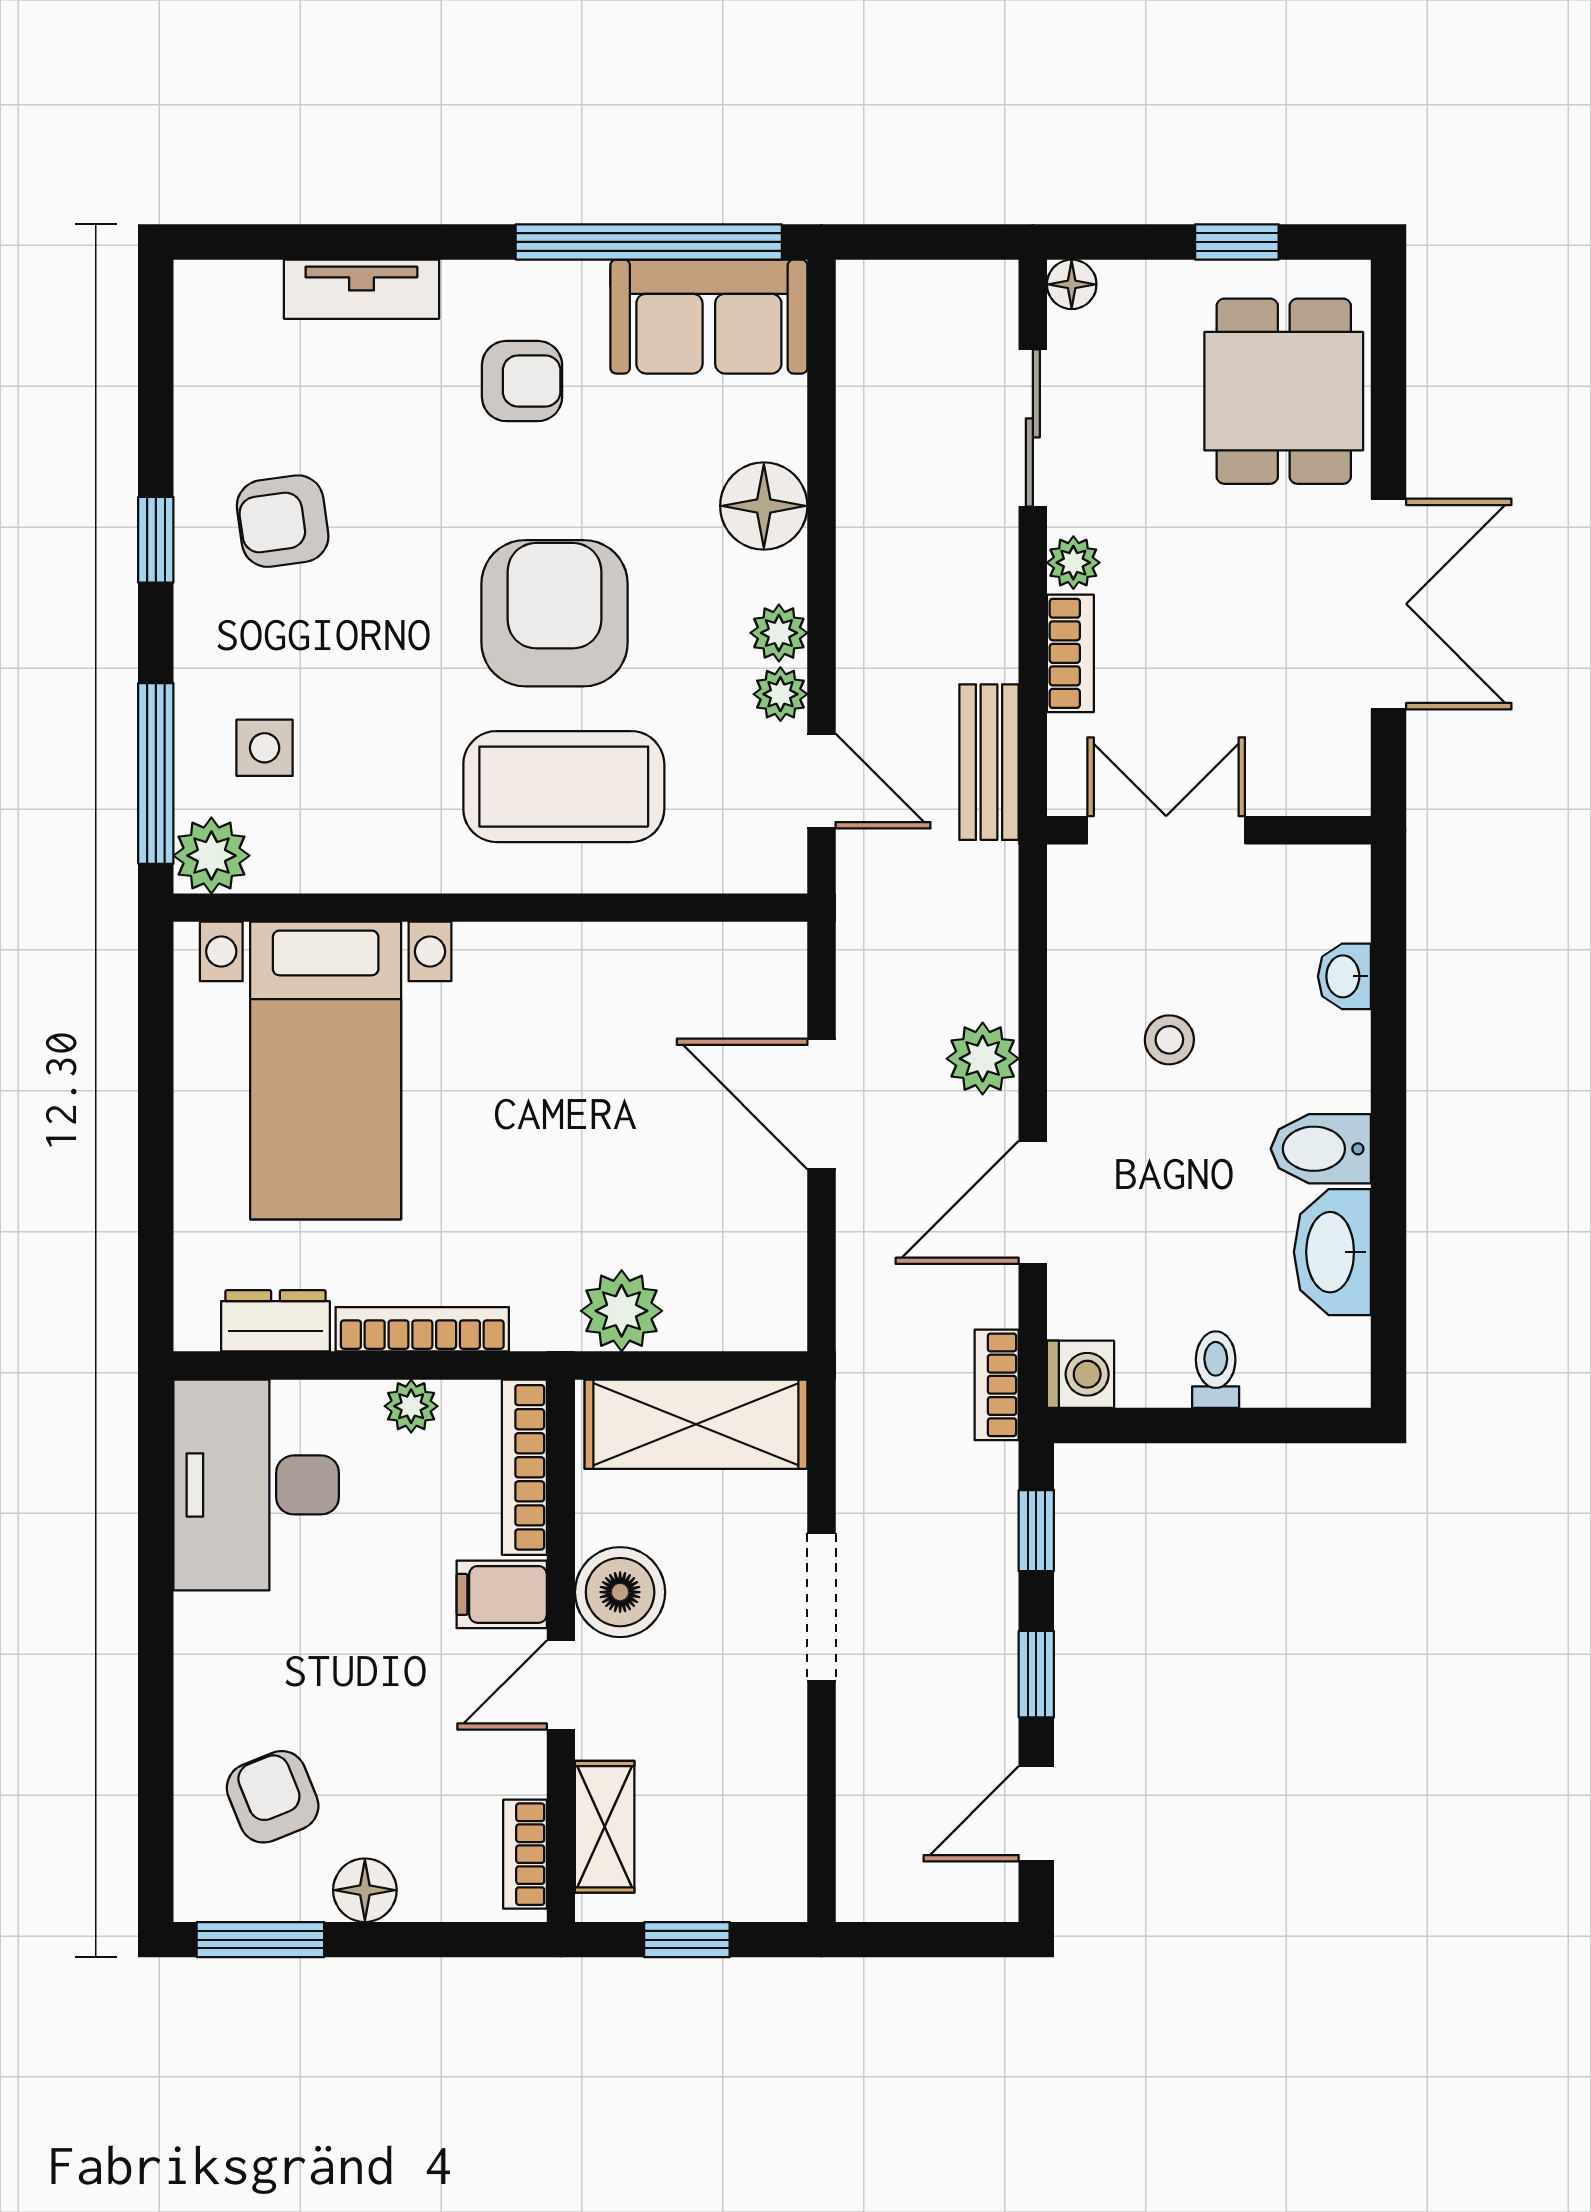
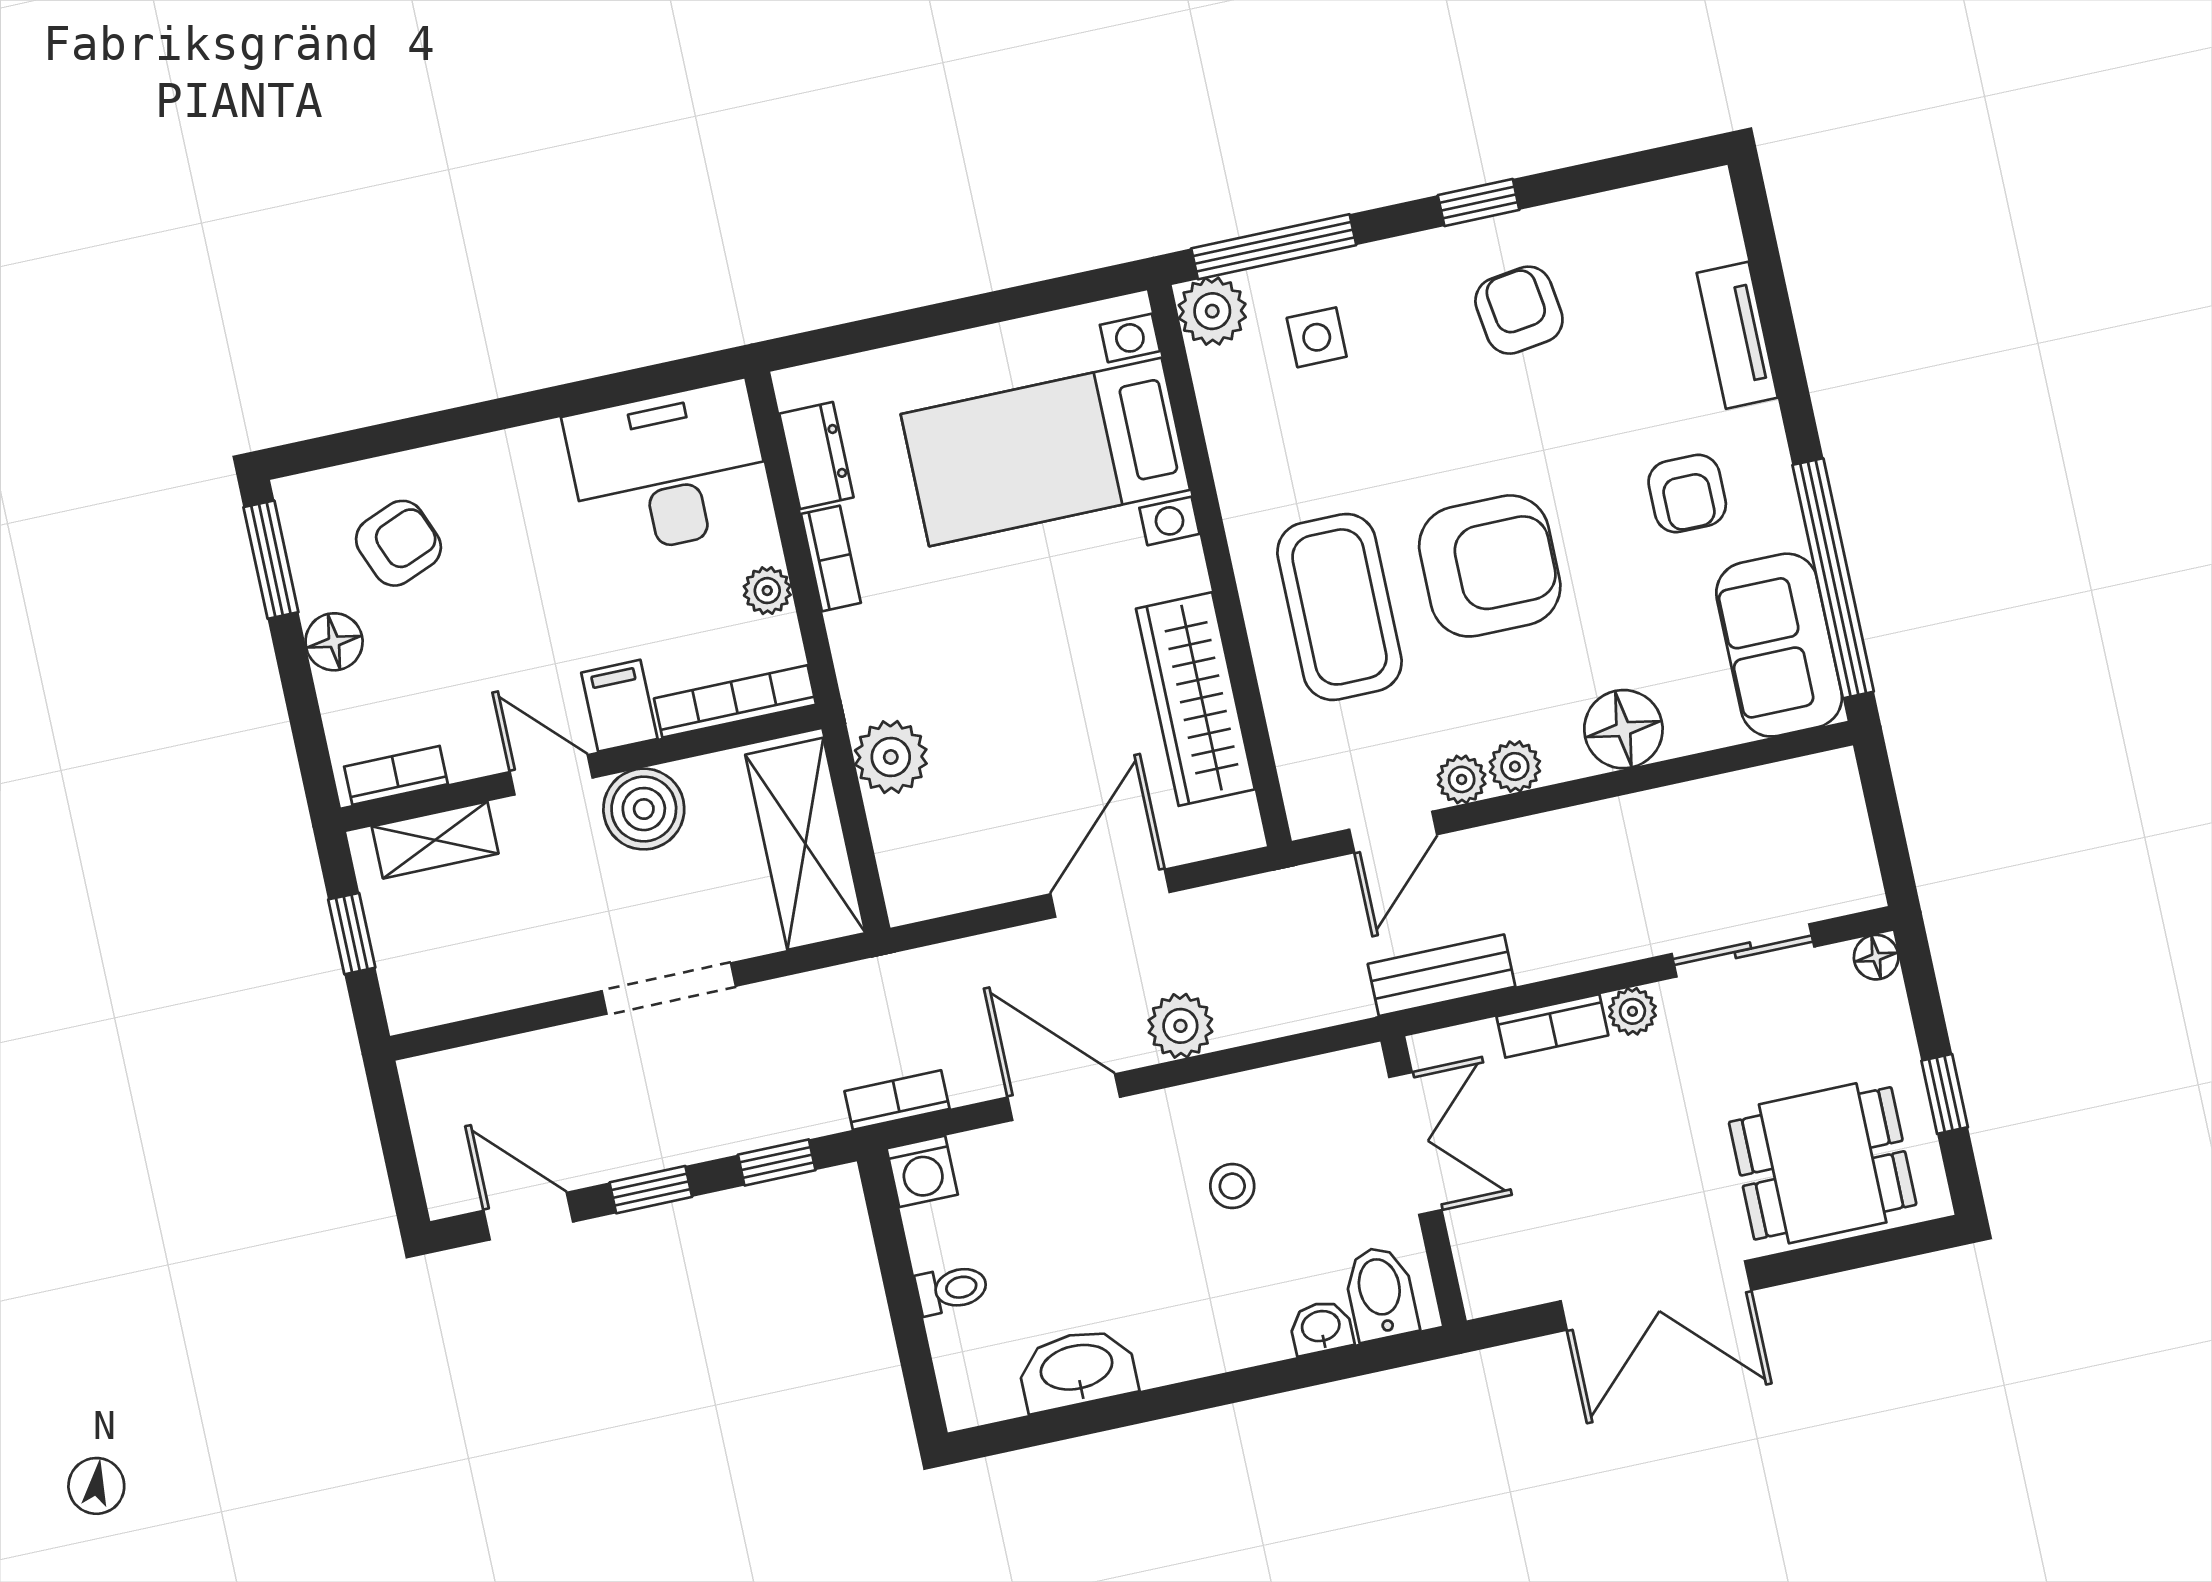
wardrobe: (630, 965) -> (1195, 699), added
bidet: (1321, 1149) -> (1381, 1293), moved
bookcase: (422, 1329) -> (831, 558), width x0.64

